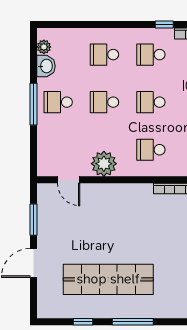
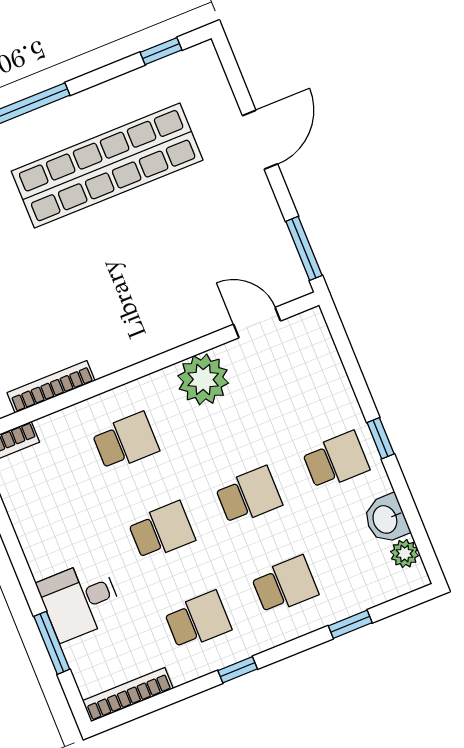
window: (82, 25) -> (350, 624), added
window: (164, 25) -> (238, 670), moved
window: (34, 104) -> (381, 438), width x0.46
window: (34, 220) -> (304, 248), moved
window: (83, 322) -> (161, 51), moved

